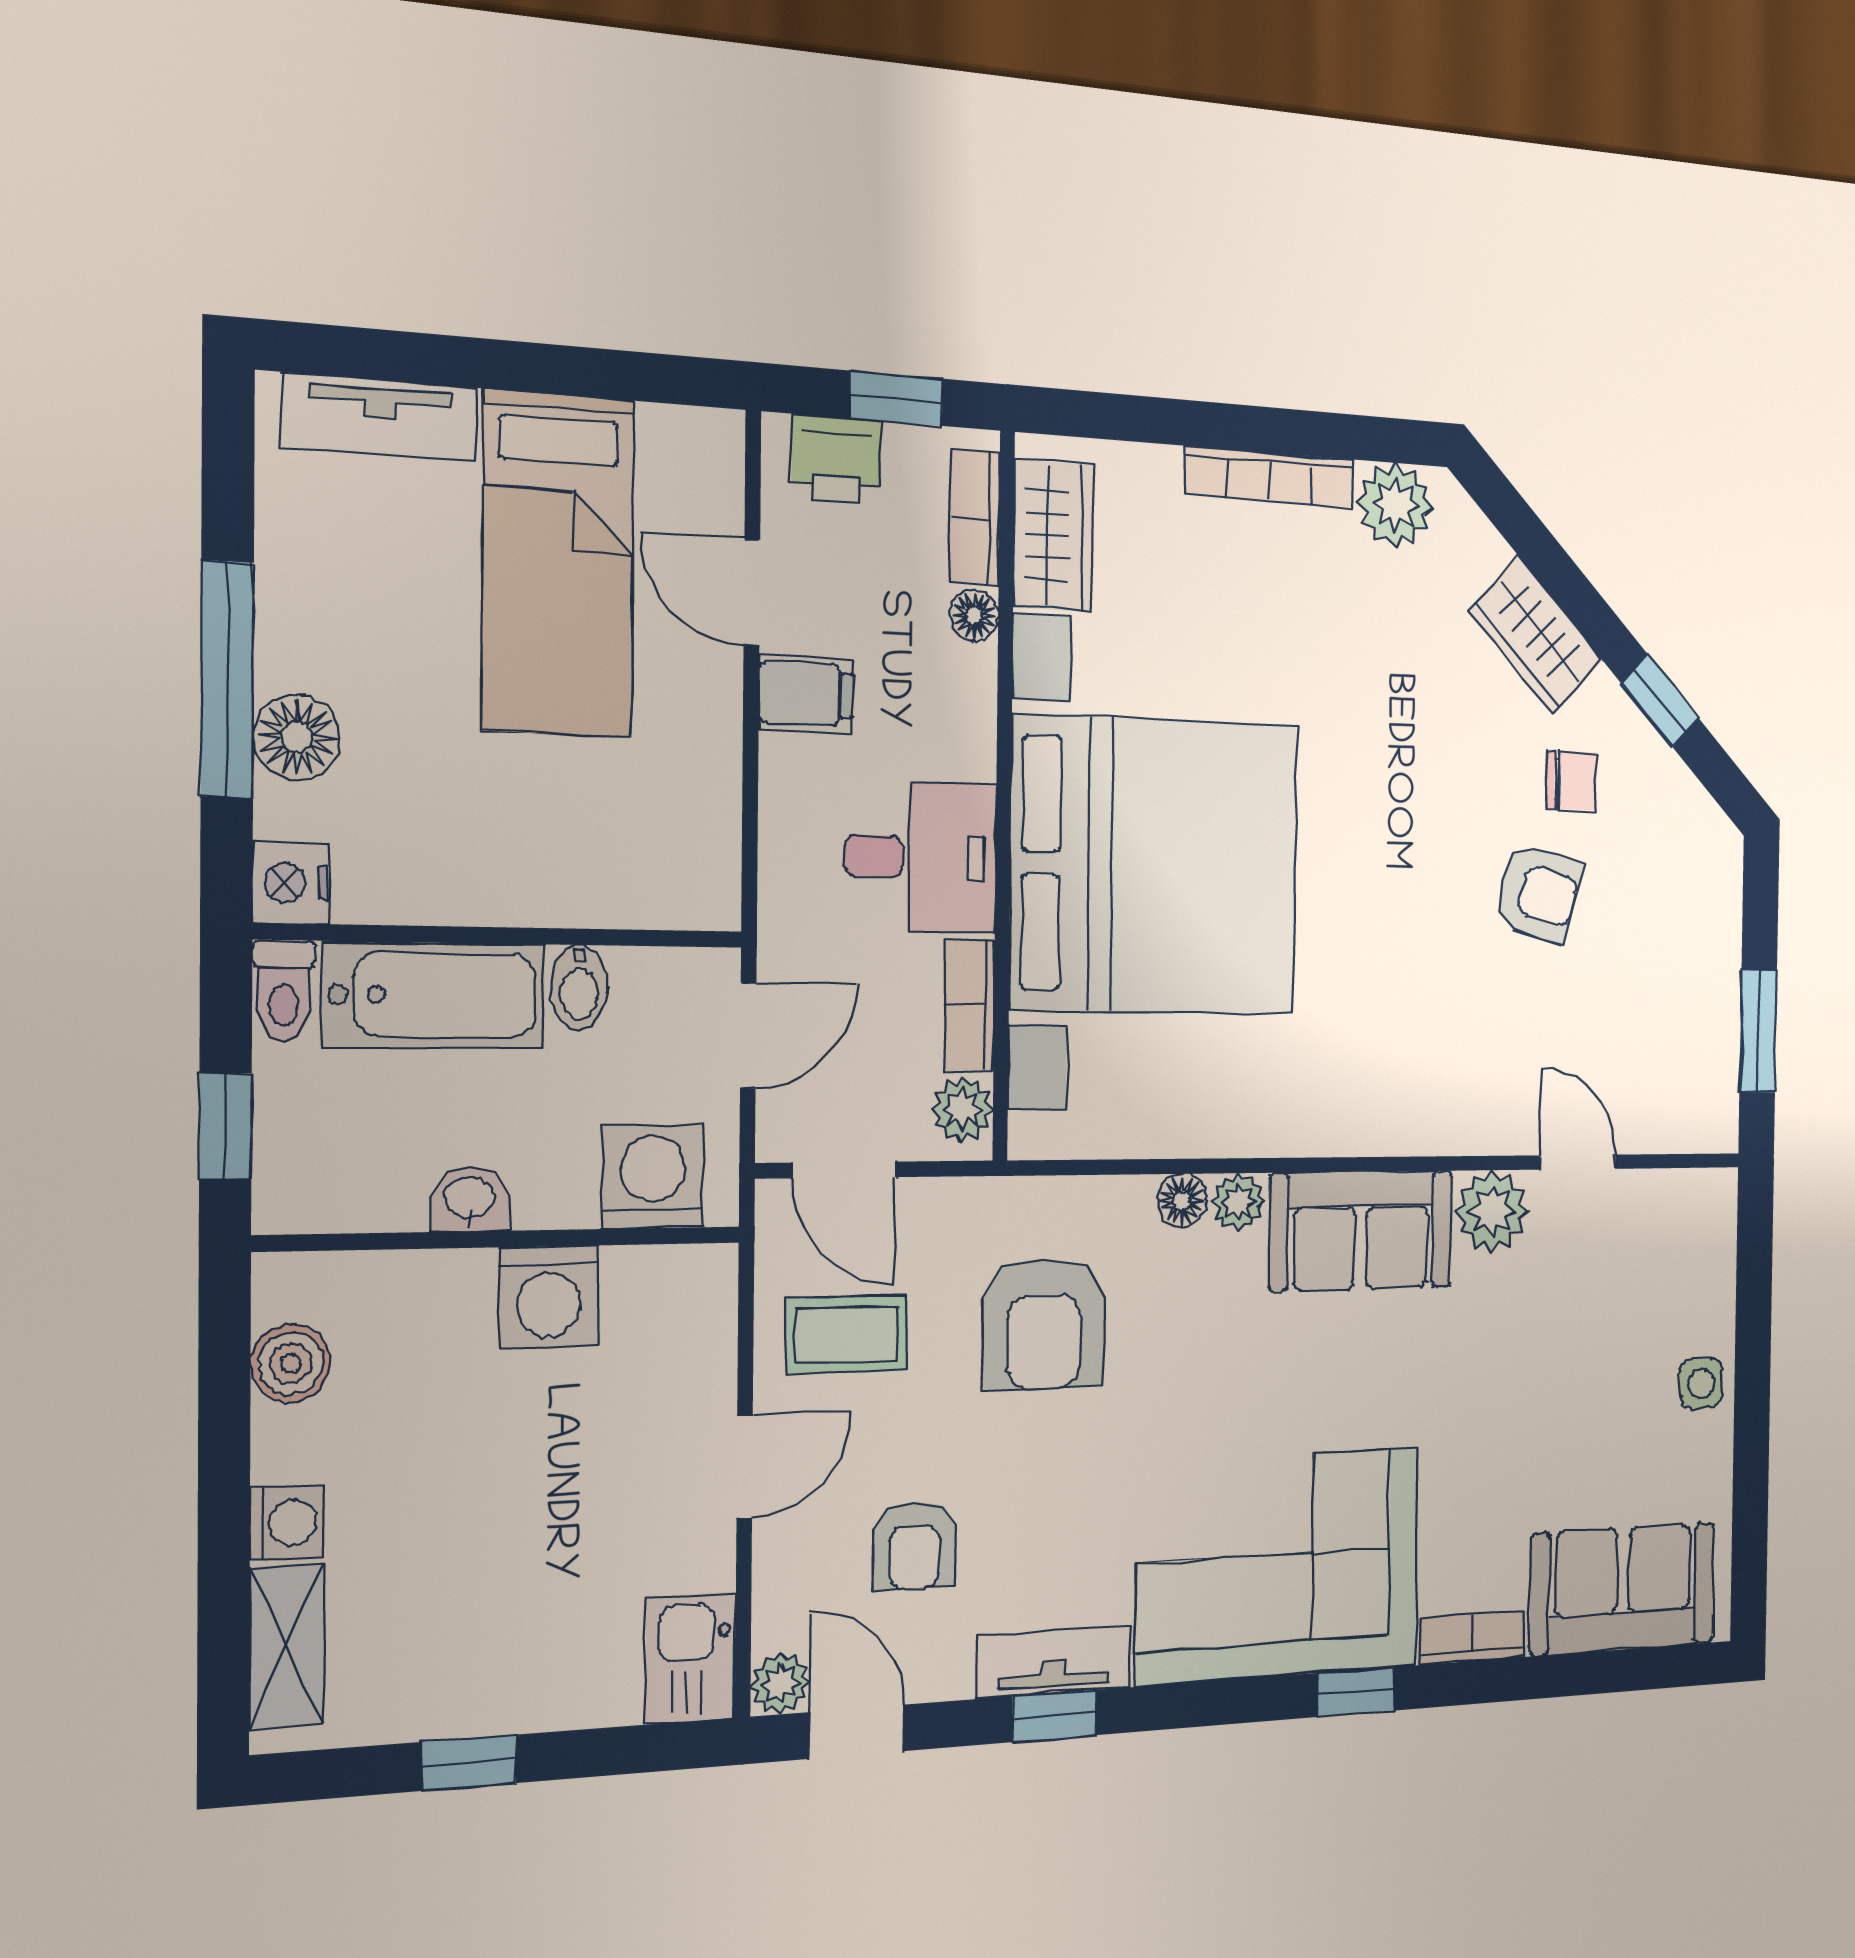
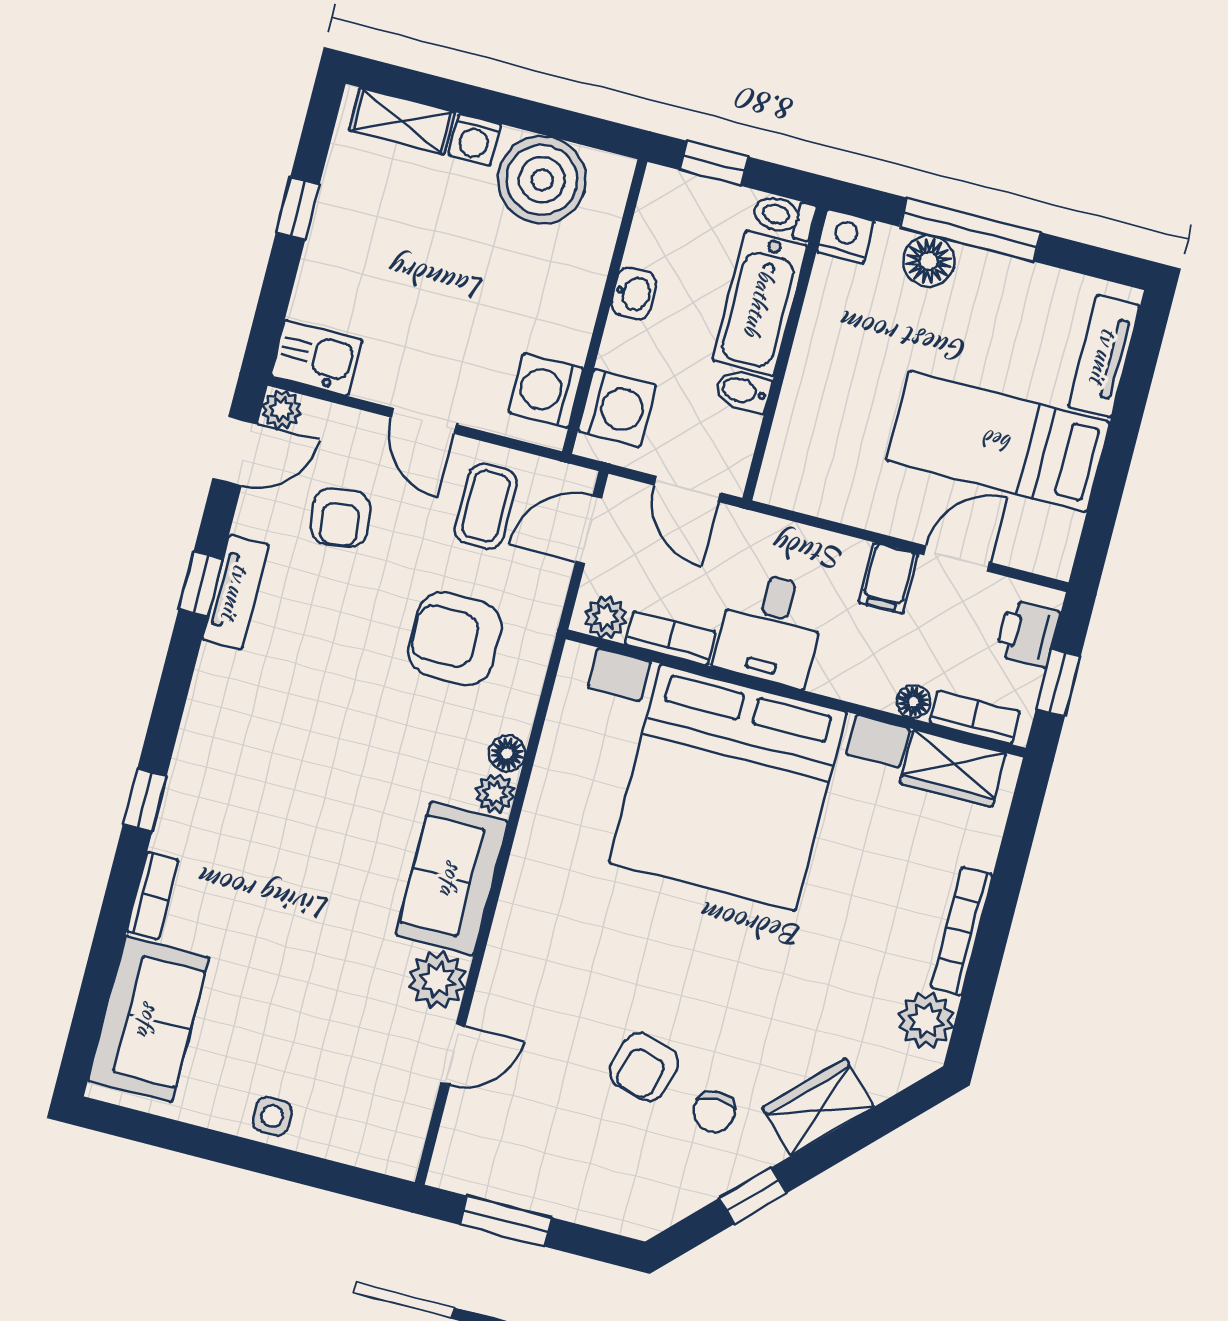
washing machine: (549, 1297) -> (546, 390), moved
boiler: (291, 1363) -> (542, 180), width x1.86, depth x1.86
armchair: (914, 1545) -> (340, 517), turned -97
corner sofa: (1279, 1566) -> (247, 764), removed

